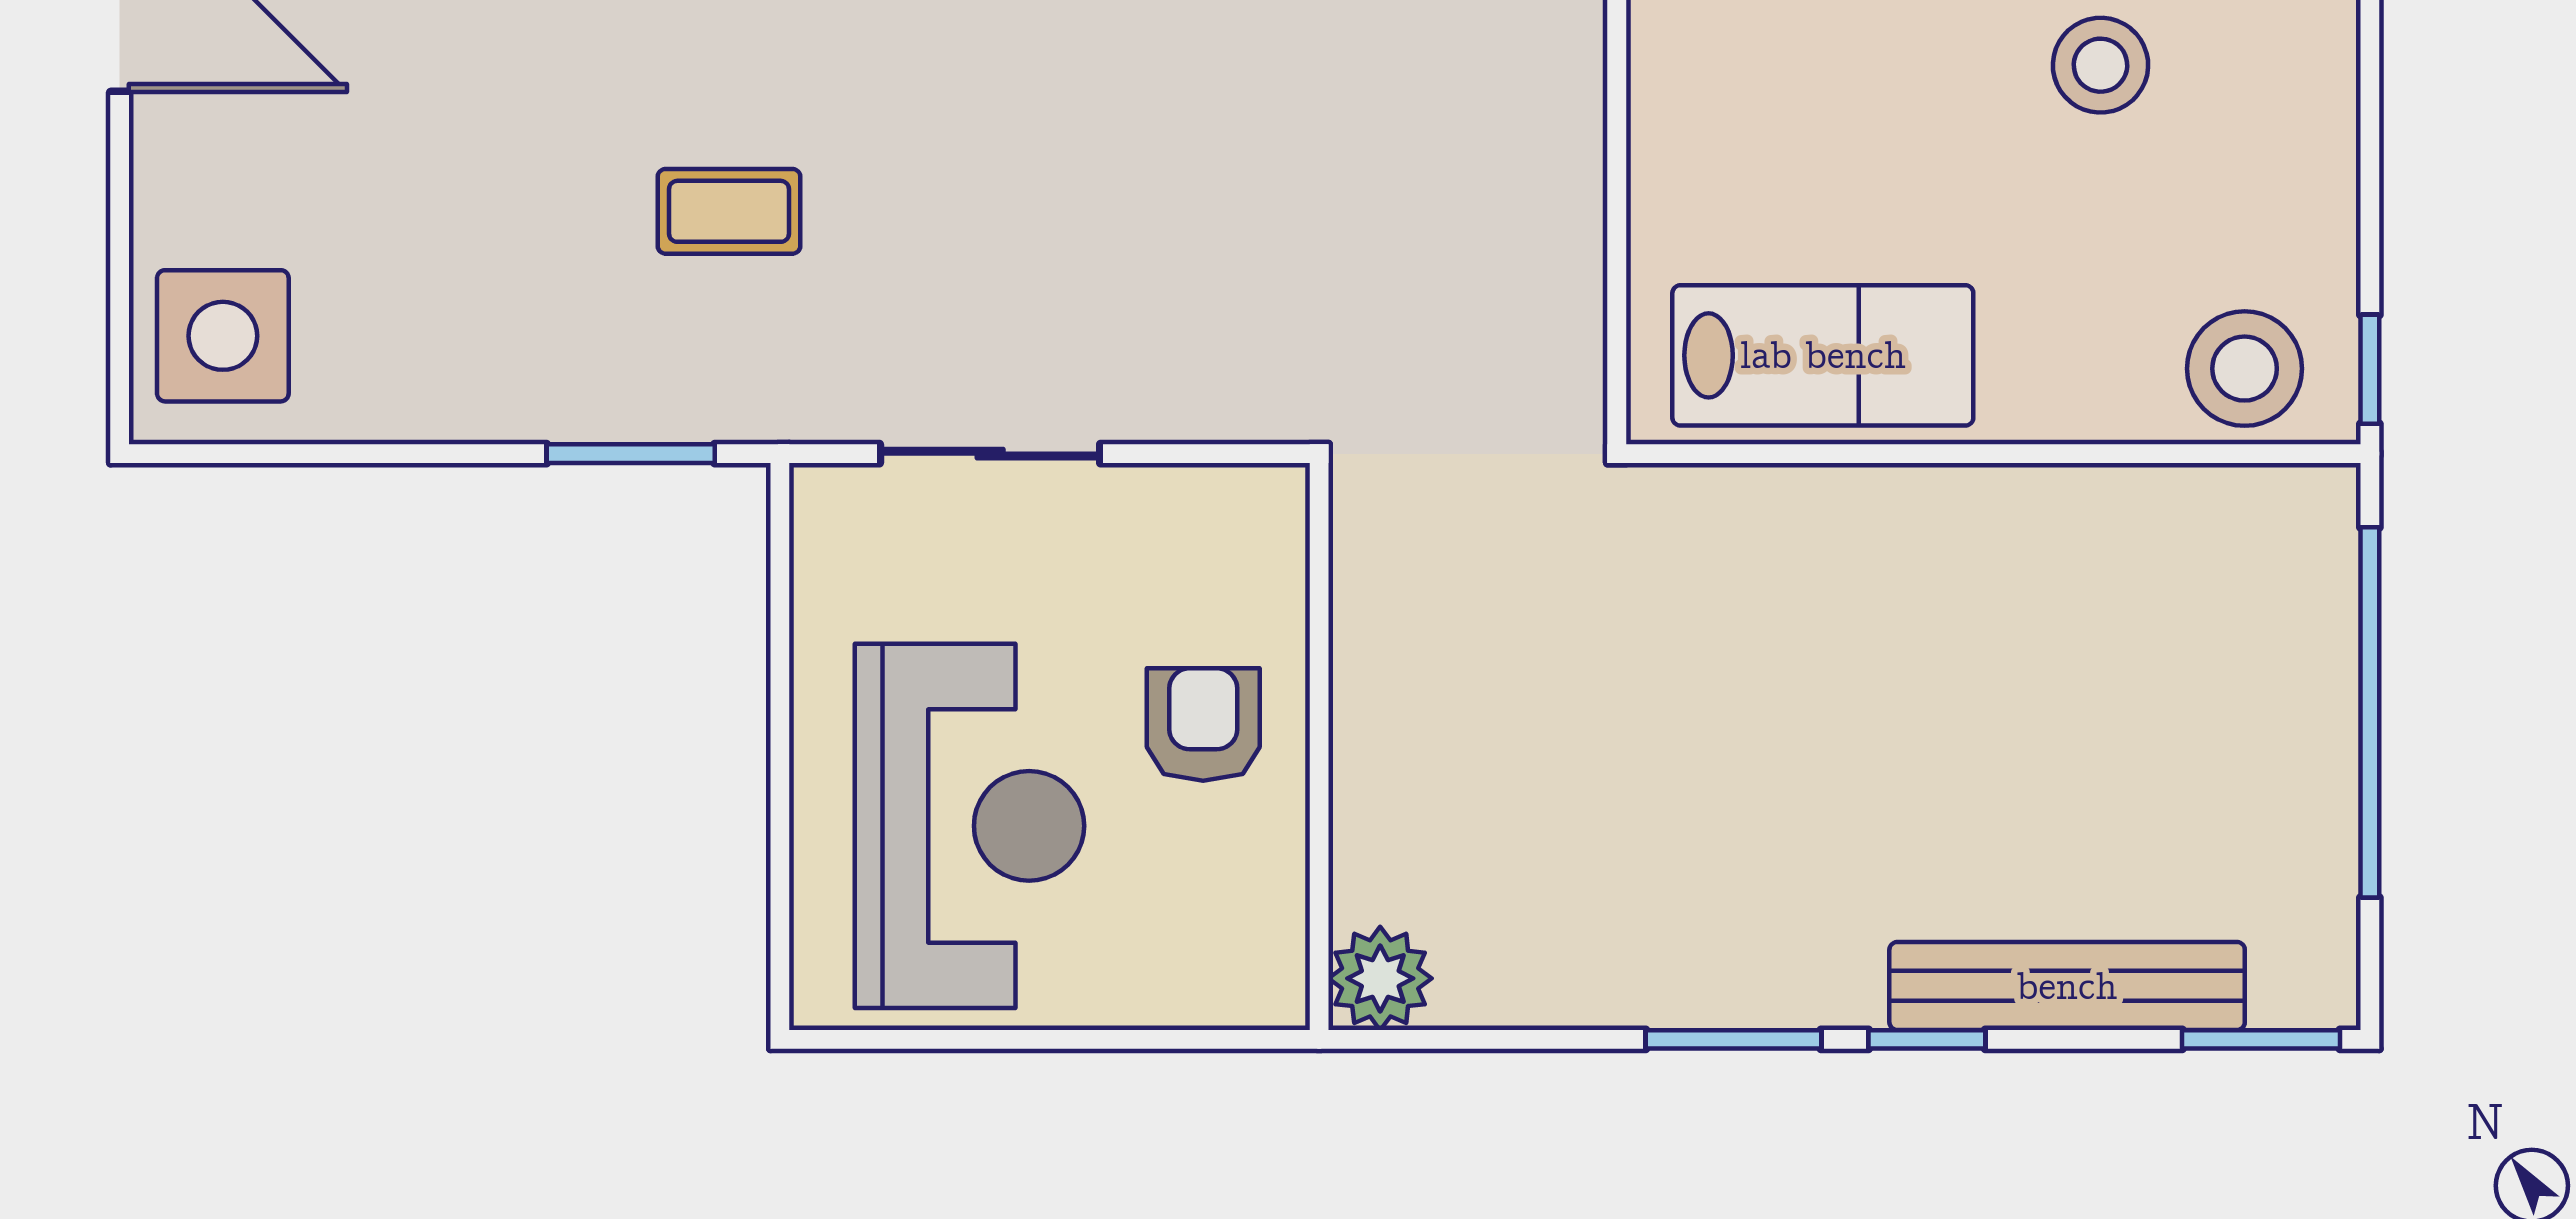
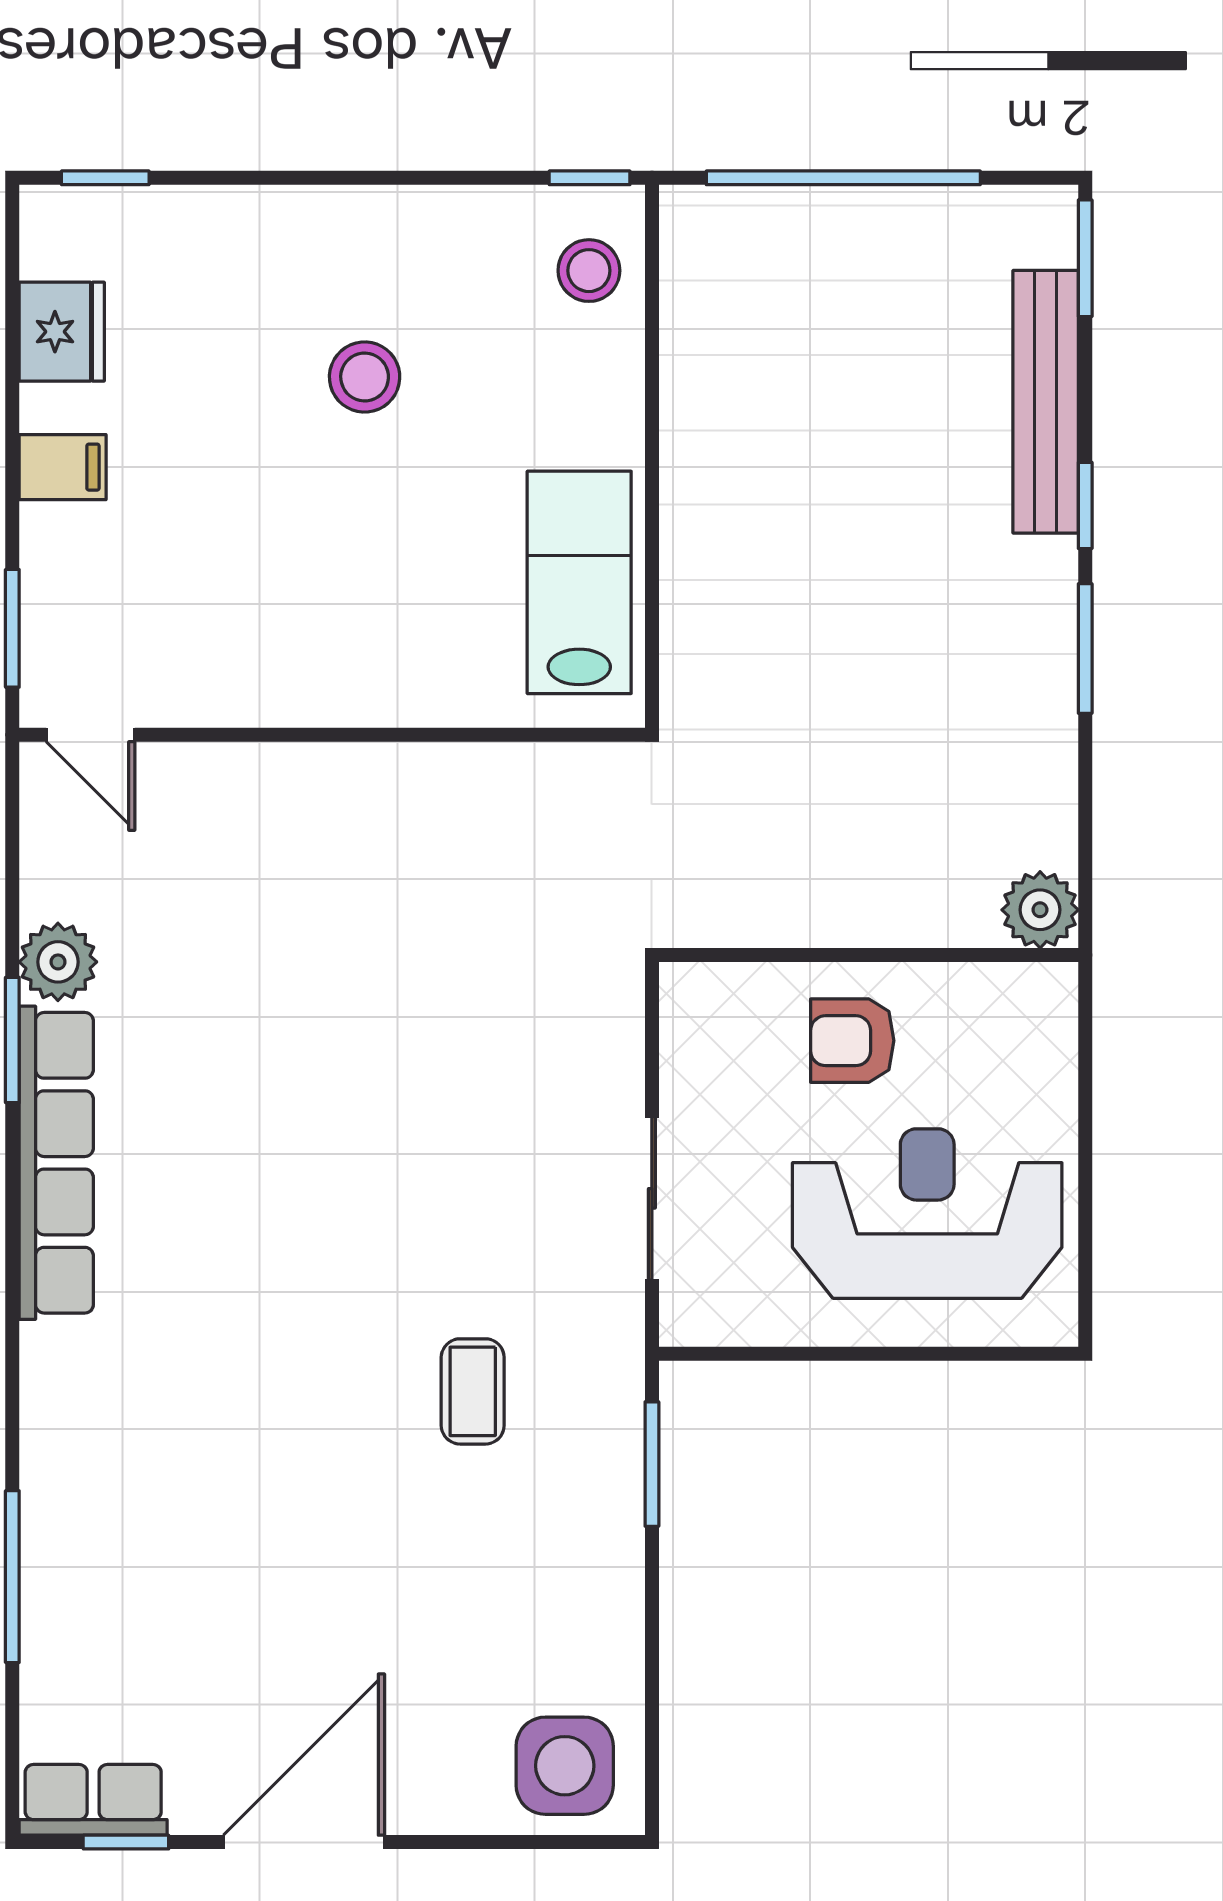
stool: (2245, 369) -> (589, 271), width x0.73, depth x0.73

